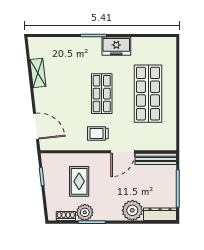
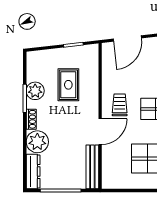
door: (123, 152) -> (100, 132), swing flipped
rug: (79, 181) -> (68, 85), turned 90
shoe rack: (66, 216) -> (31, 119), moved

